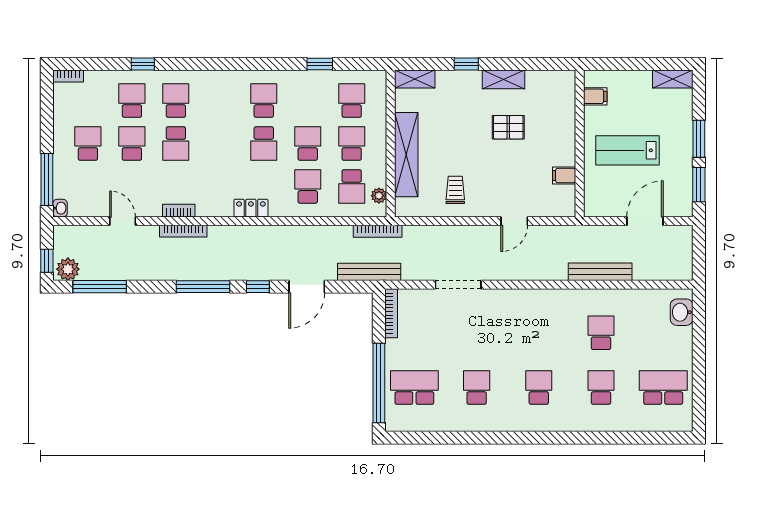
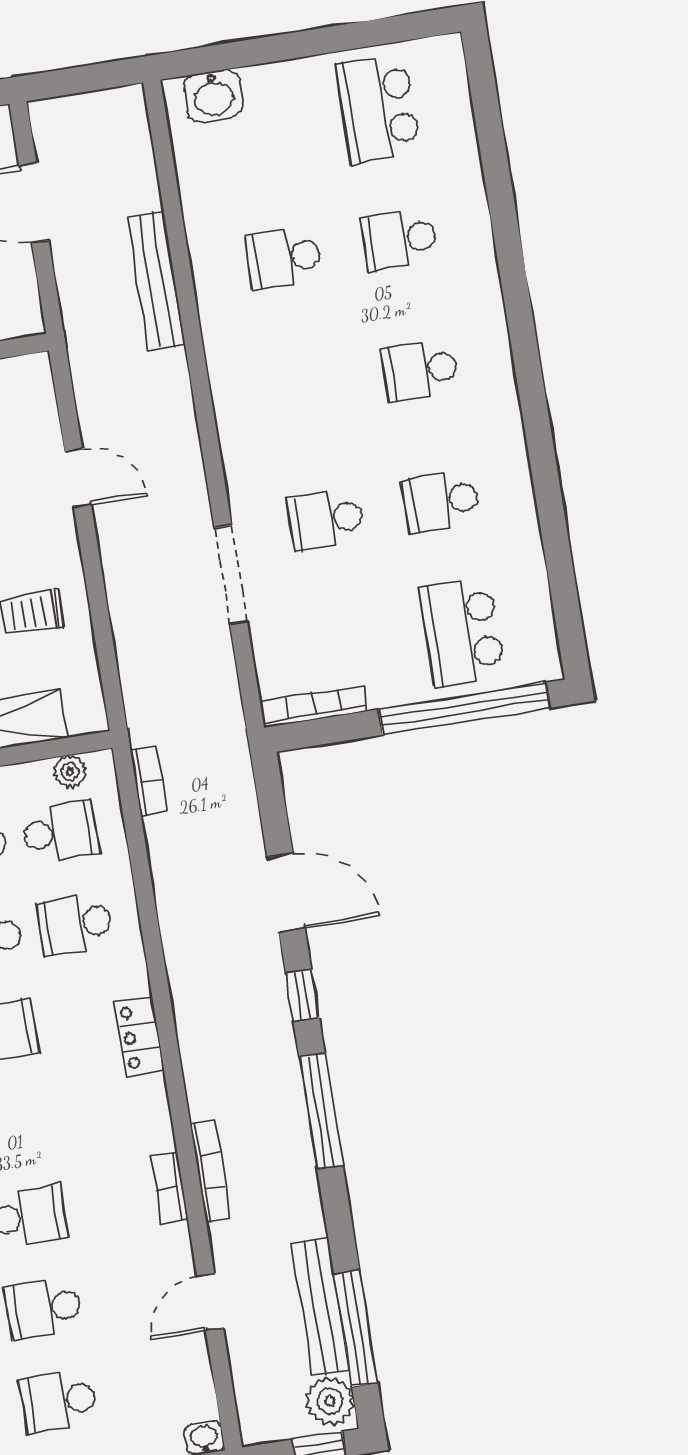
bookcase: (378, 231) -> (148, 781), width x0.64
bench: (369, 272) -> (320, 1306), moved
school desk: (477, 333) -> (326, 520), added

